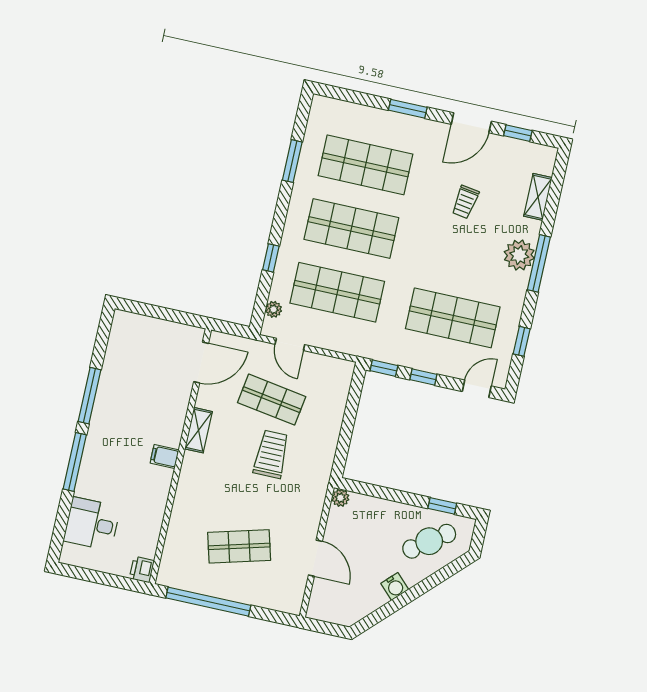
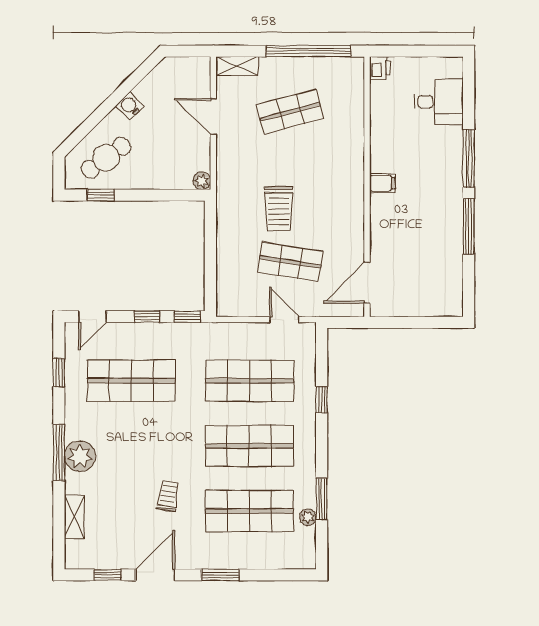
trolley: (465, 202) -> (168, 496), moved
plant: (274, 309) -> (308, 517), moved
shelving: (199, 430) -> (237, 66), moved, turned 90

